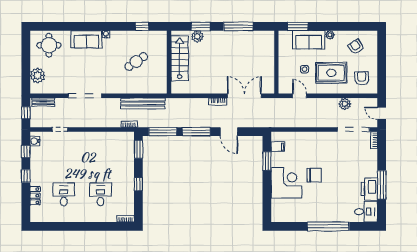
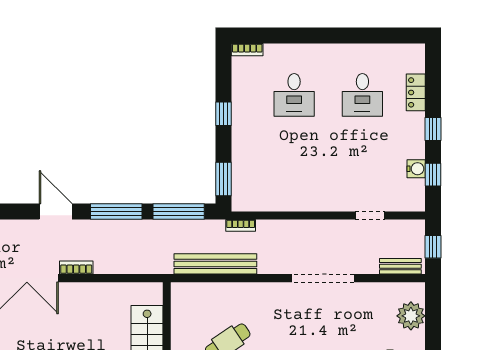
water cooler: (35, 141) -> (416, 169), moved

